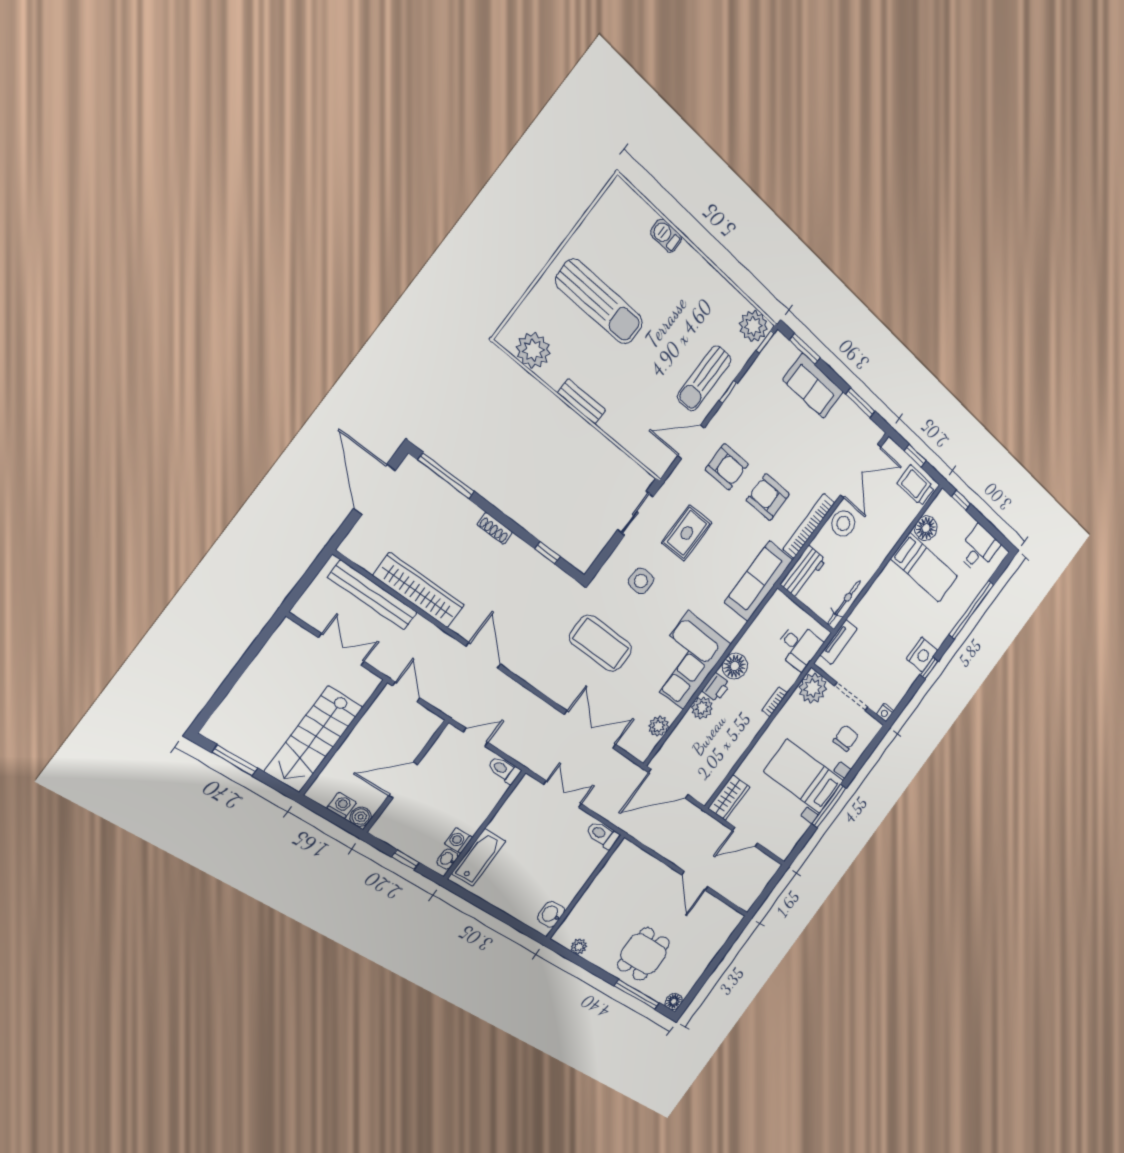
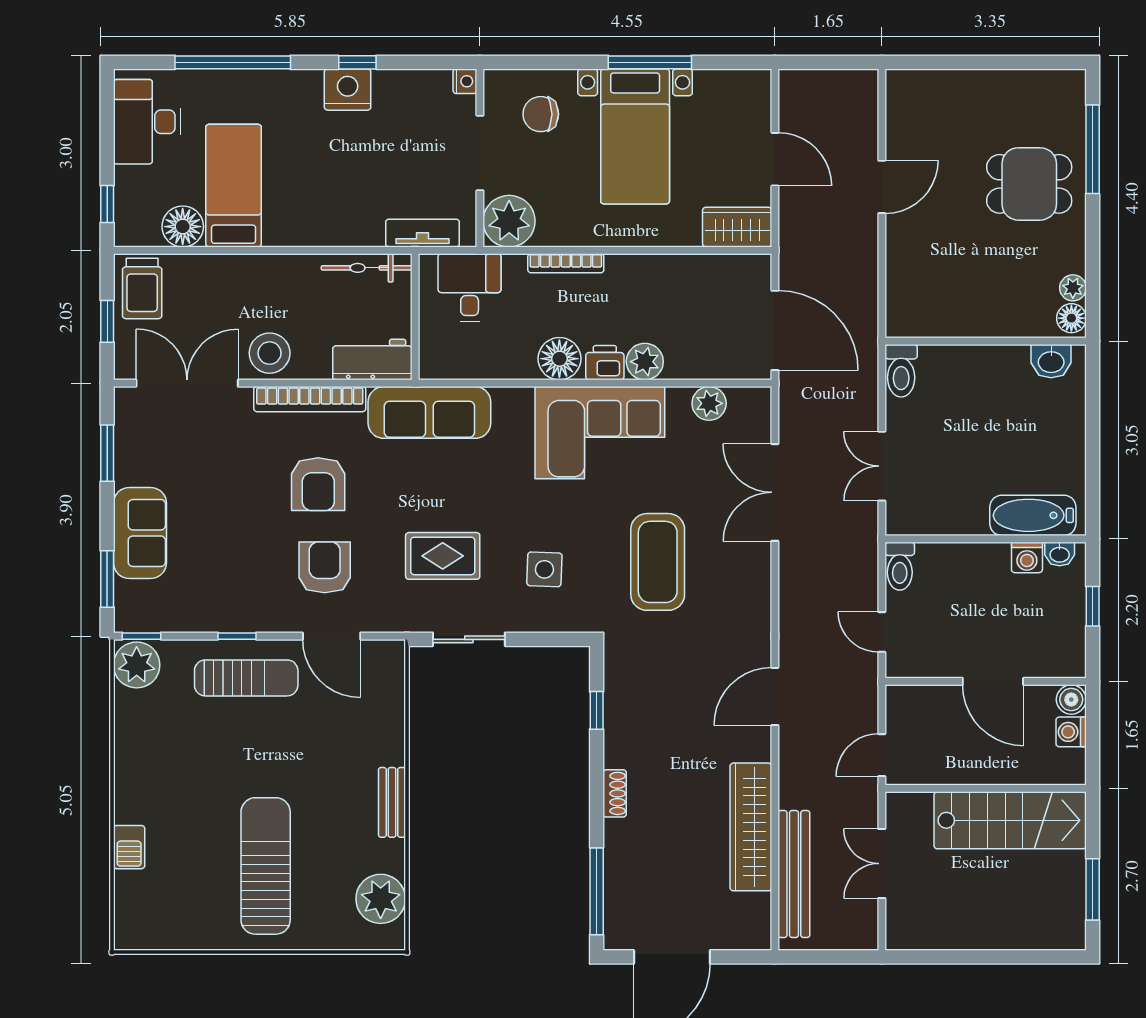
desk: (979, 549) -> (147, 122), width x1.37
bookcase: (775, 702) -> (566, 263), width x1.56
floor lamp: (674, 1001) -> (1071, 318), moved

